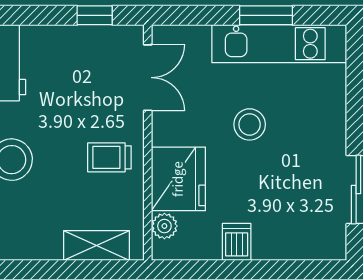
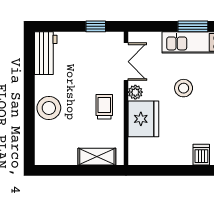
trolley: (109, 157) -> (104, 107), turned 90
plant: (164, 226) -> (135, 92), moved
dishwasher: (237, 242) -> (201, 155), moved

